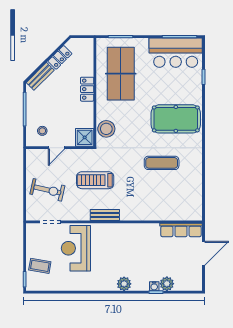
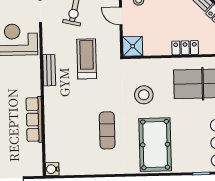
stool: (106, 129) -> (144, 95), moved
water cooler: (196, 214) -> (52, 169), added
row of seats: (181, 230) -> (34, 120), moved

